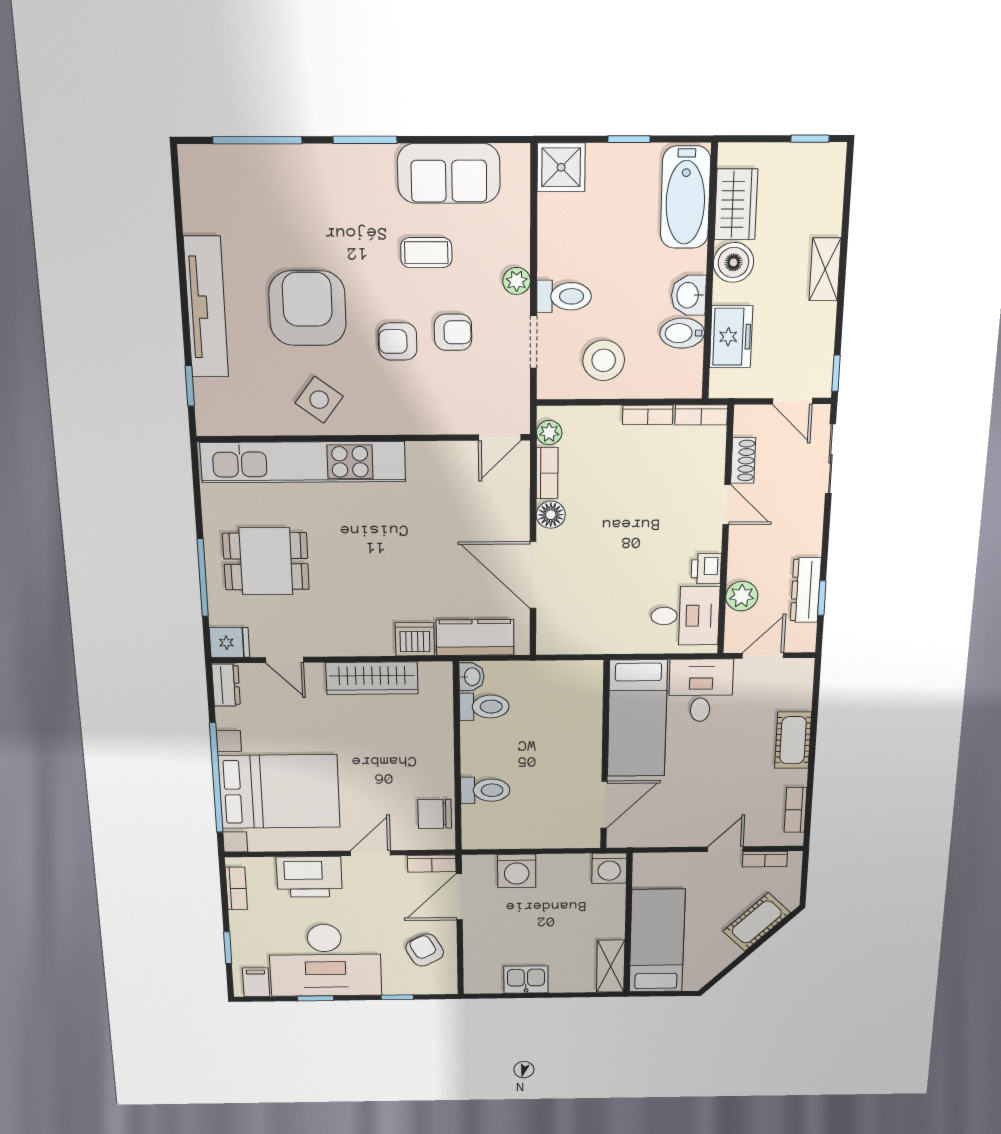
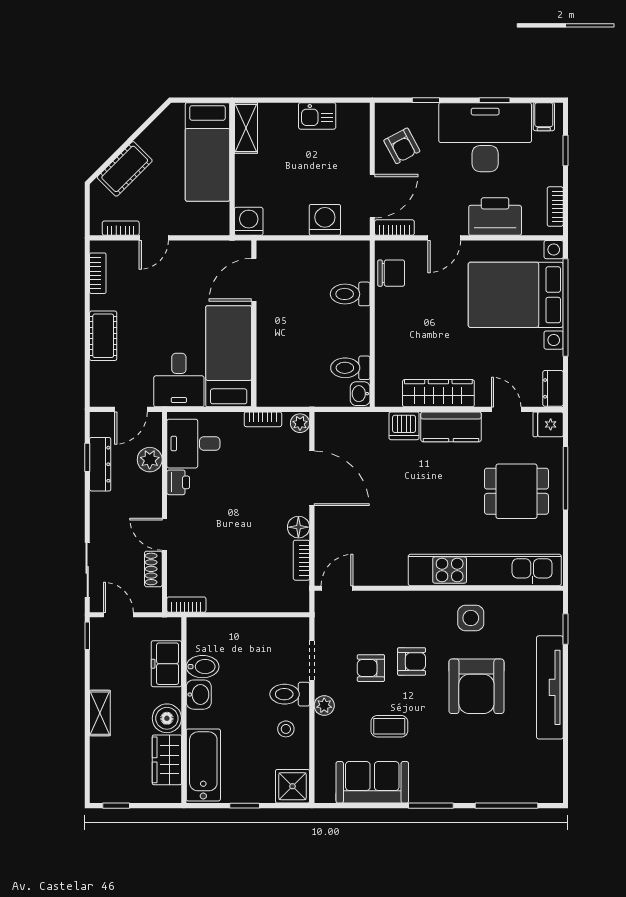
stool: (604, 360) -> (286, 729), moved, width x0.53, depth x0.53
side table: (319, 400) -> (471, 618), turned -37
bookcase: (648, 415) -> (263, 419), moved, turned 180
plant: (549, 433) -> (300, 423), moved
kitchen counter: (475, 638) -> (451, 427), moved

